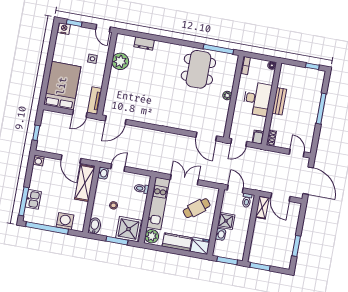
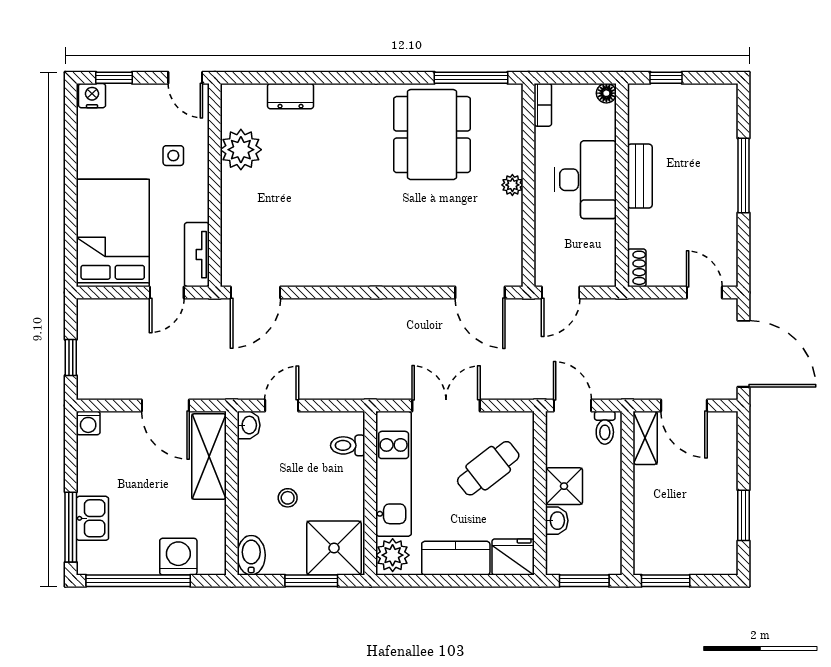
window: (312, 66) -> (666, 78), moved
filing cabinet: (258, 137) -> (604, 271), removed

